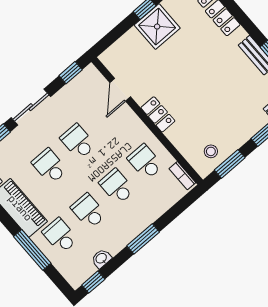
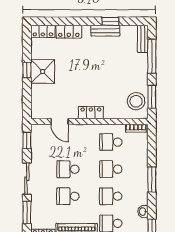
stool: (211, 151) -> (136, 101), width x1.89, depth x1.89

